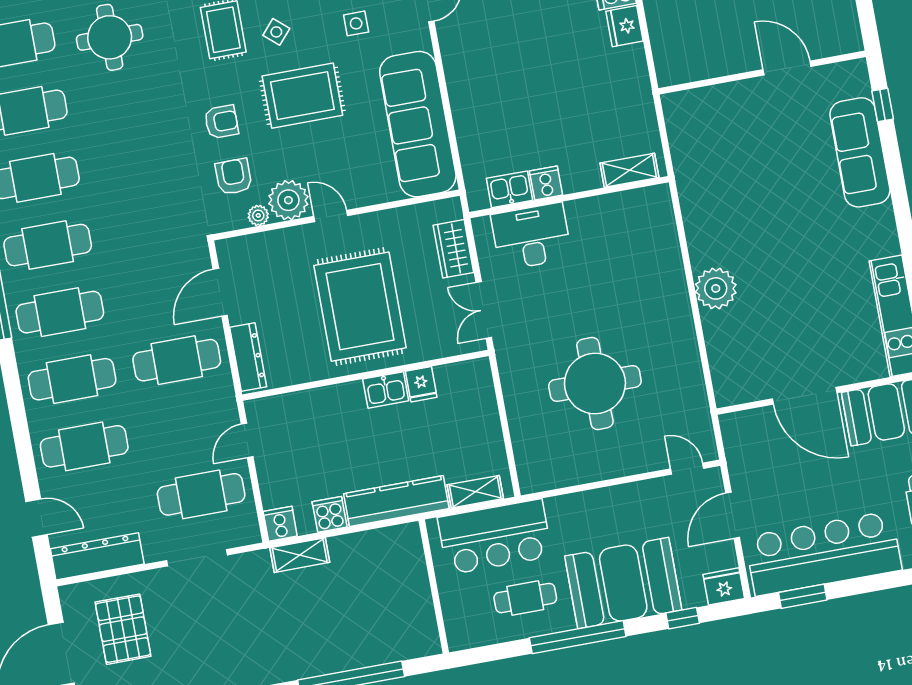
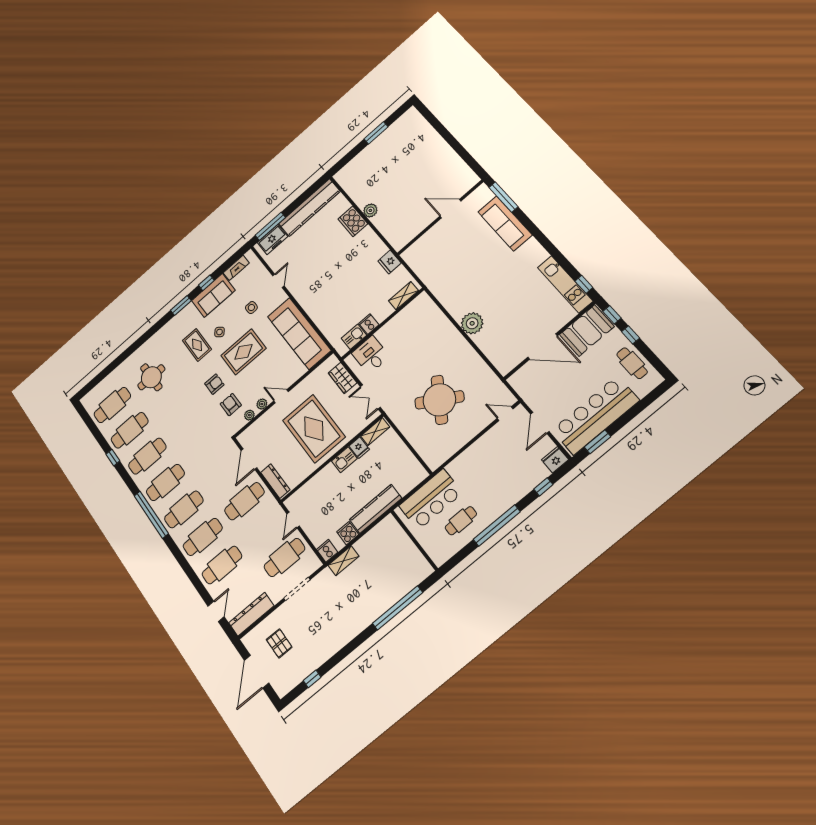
fridge: (625, 26) -> (390, 262), moved
window: (883, 105) -> (503, 197), width x2.17
plant: (288, 200) -> (262, 404), width x0.53, depth x0.53
desk: (531, 236) -> (371, 355), width x0.73
round table: (595, 384) -> (439, 400), turned 32
shelving: (475, 492) -> (375, 432), moved
door: (37, 518) -> (216, 611), hinge flipped
booth: (623, 583) -> (505, 486), removed
pallet: (123, 629) -> (279, 643), width x0.67, depth x0.71

